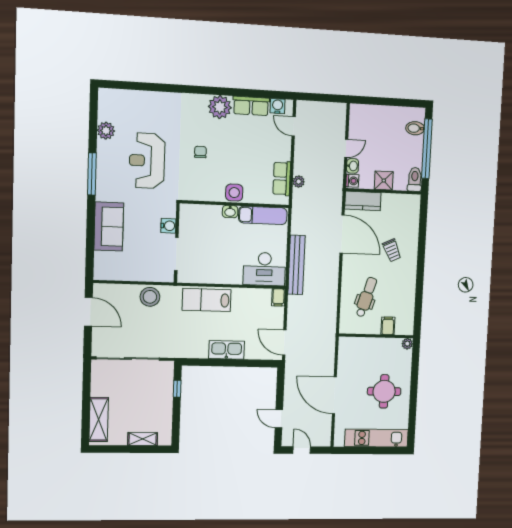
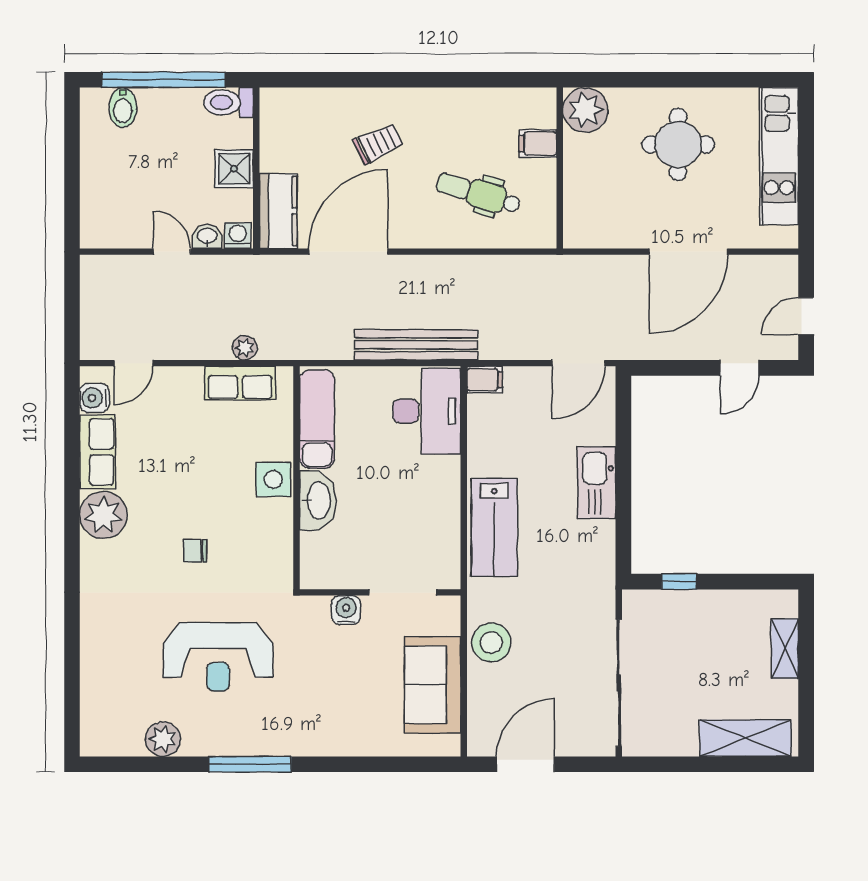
washbasin: (230, 212) -> (318, 500), width x1.91, depth x1.45
sofa: (109, 227) -> (433, 685), moved, turned -90
plant: (407, 344) -> (585, 110), width x1.88, depth x1.88

